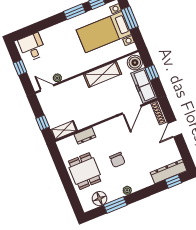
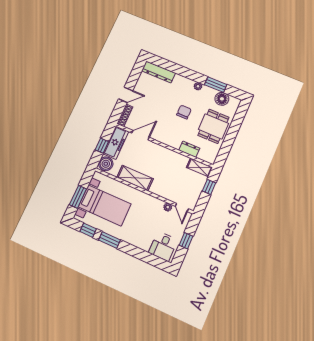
window: (173, 181) -> (162, 63), removed

